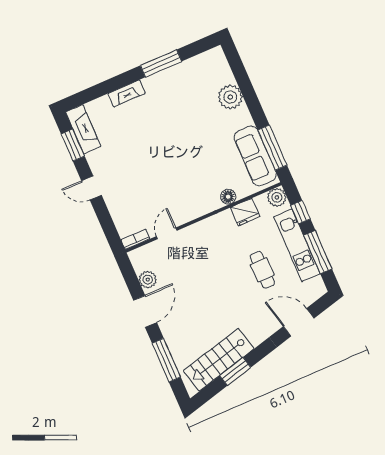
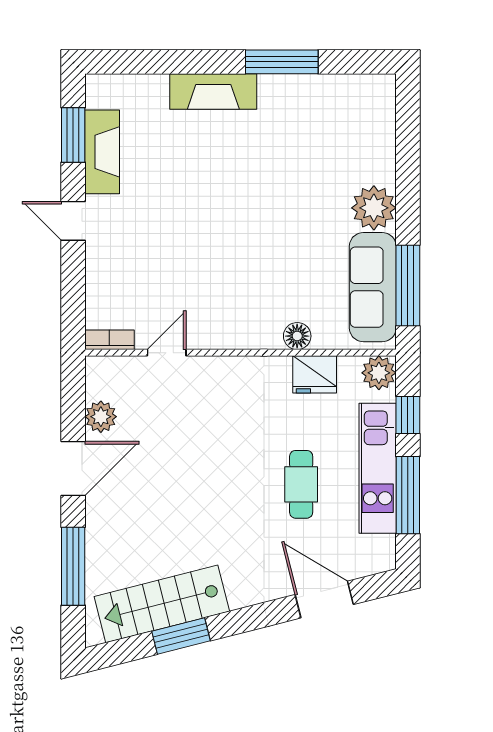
fireplace: (127, 93) -> (213, 92), width x1.37, depth x1.32
plant: (230, 97) -> (374, 208), moved
fireplace: (83, 129) -> (102, 152), moved

